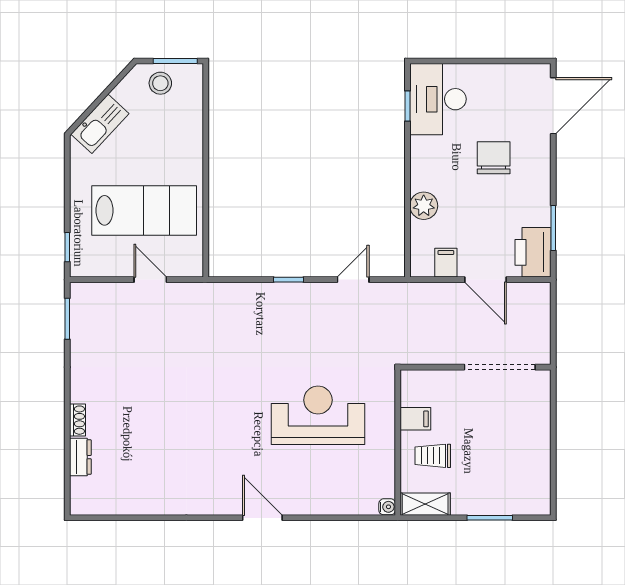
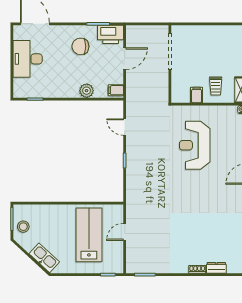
desk: (438, 99) -> (28, 59), moved, turned 90
chair: (494, 158) -> (80, 46), moved
filing cabinet: (446, 263) -> (116, 90), moved

